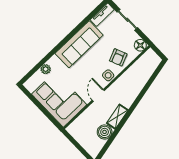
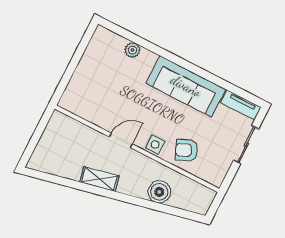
floor lamp: (140, 45) -> (215, 177), removed
corner sofa: (59, 99) -> (95, 85), removed
boiler: (105, 132) -> (159, 192), moved

